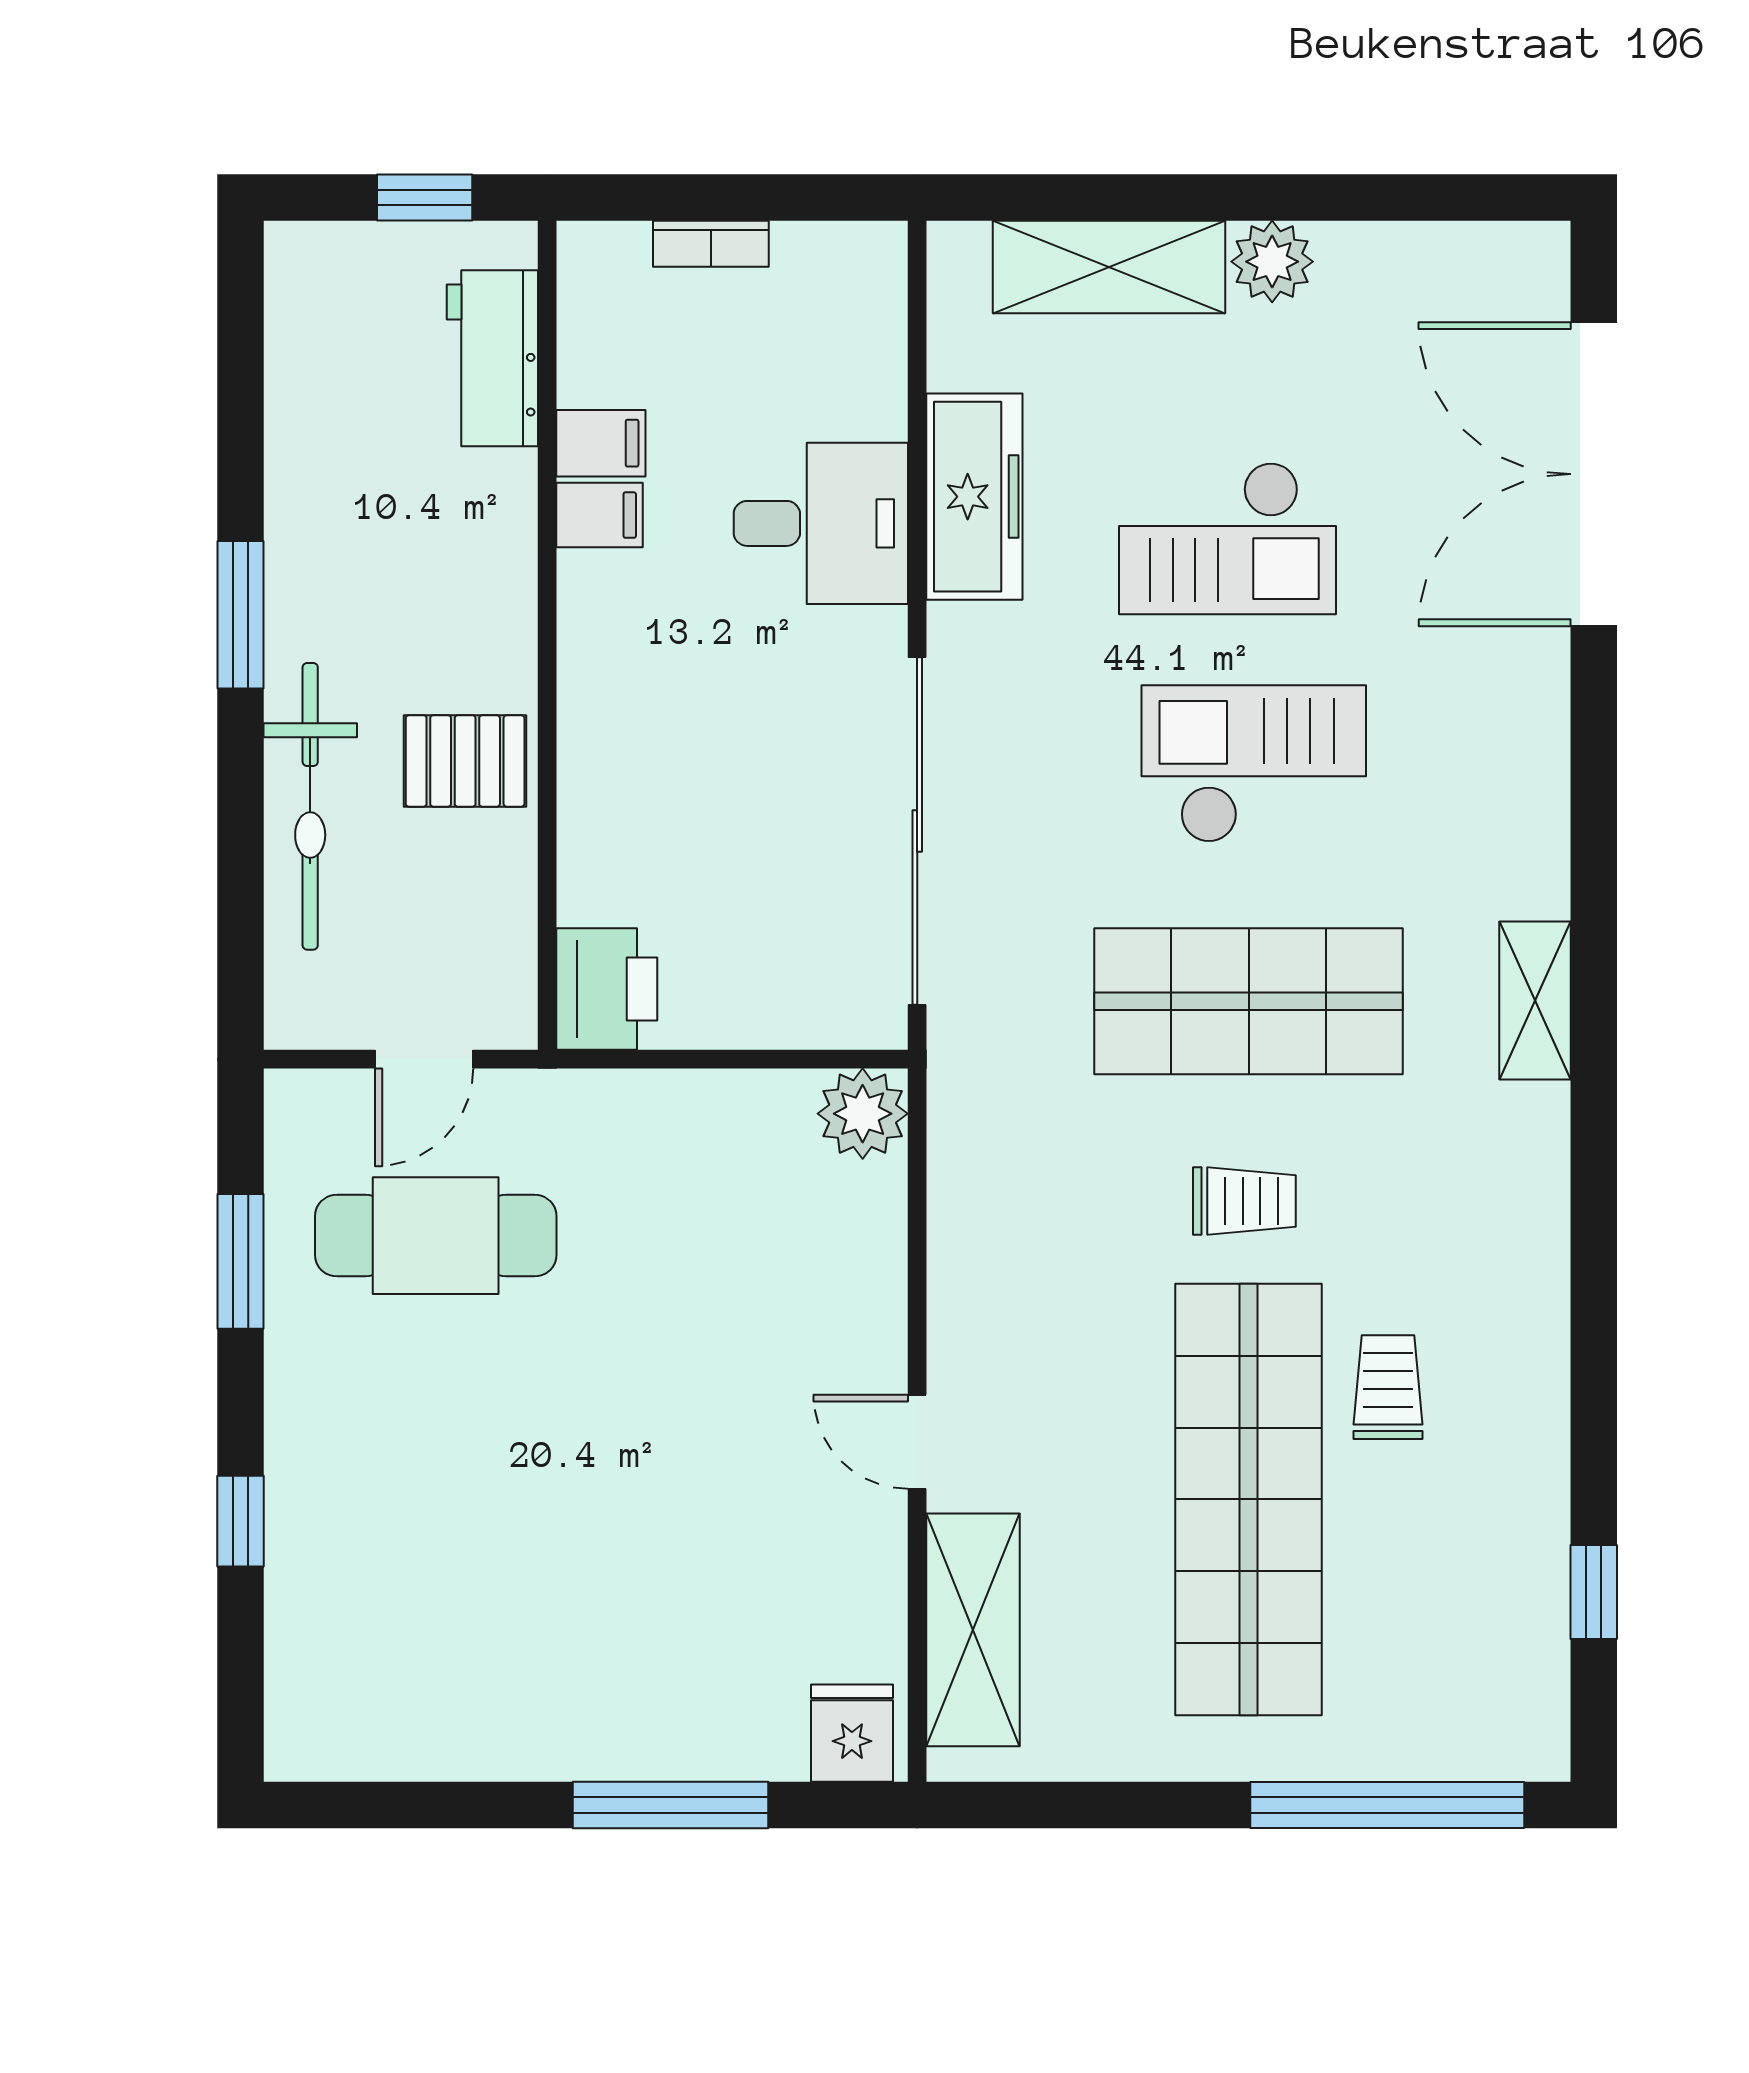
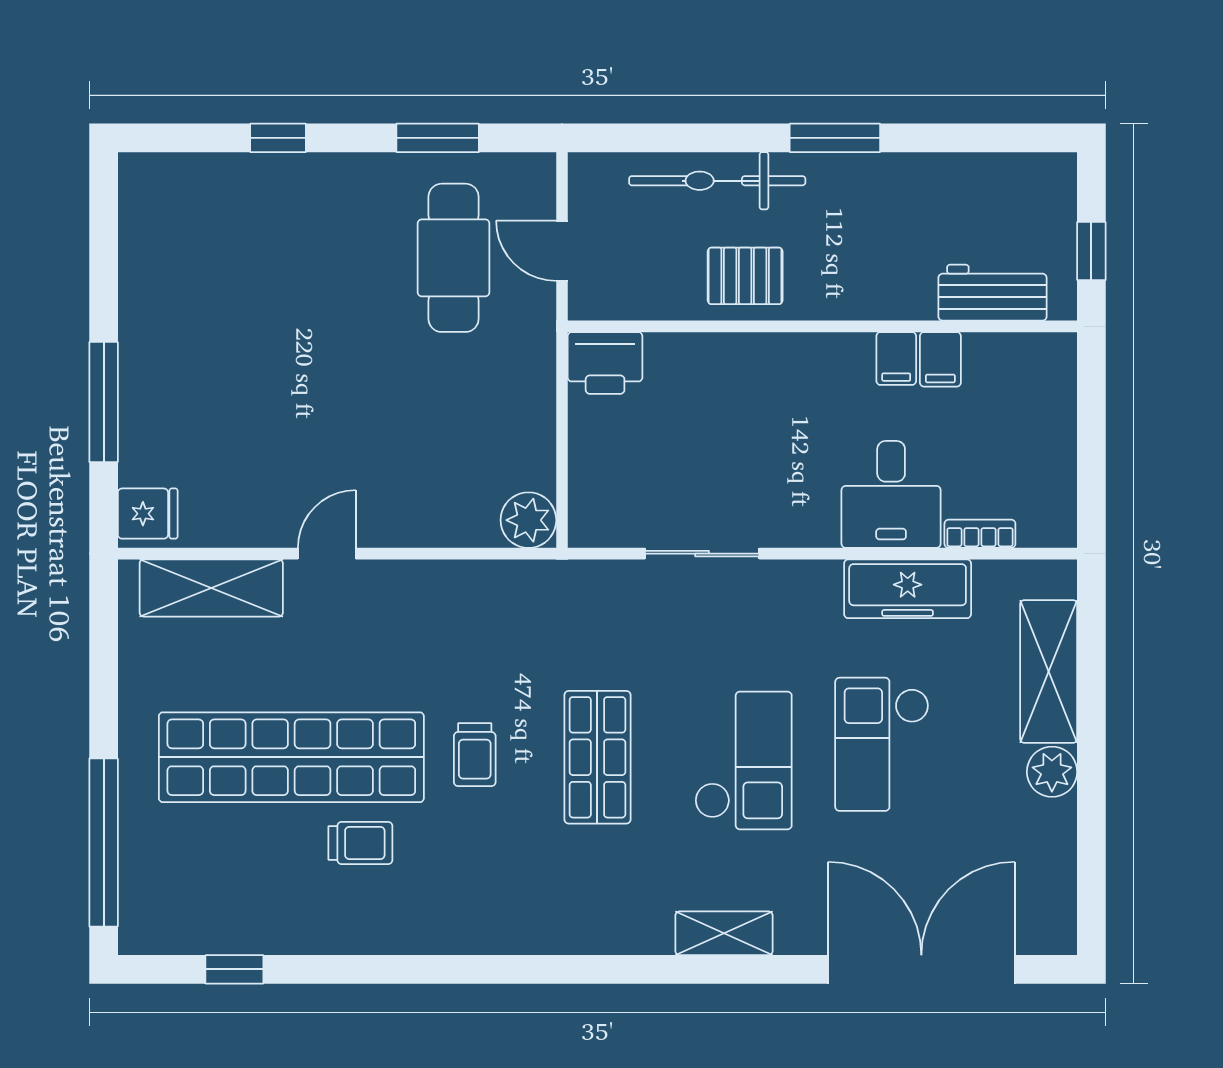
bookcase: (711, 244) -> (980, 534), moved, turned 90
pallet: (465, 761) -> (745, 276), turned 90
sliding door: (917, 831) -> (702, 554), width x0.54
shop shelf: (1249, 1001) -> (597, 757), width x0.70, depth x0.74
shelving: (1535, 1001) -> (724, 933), moved

